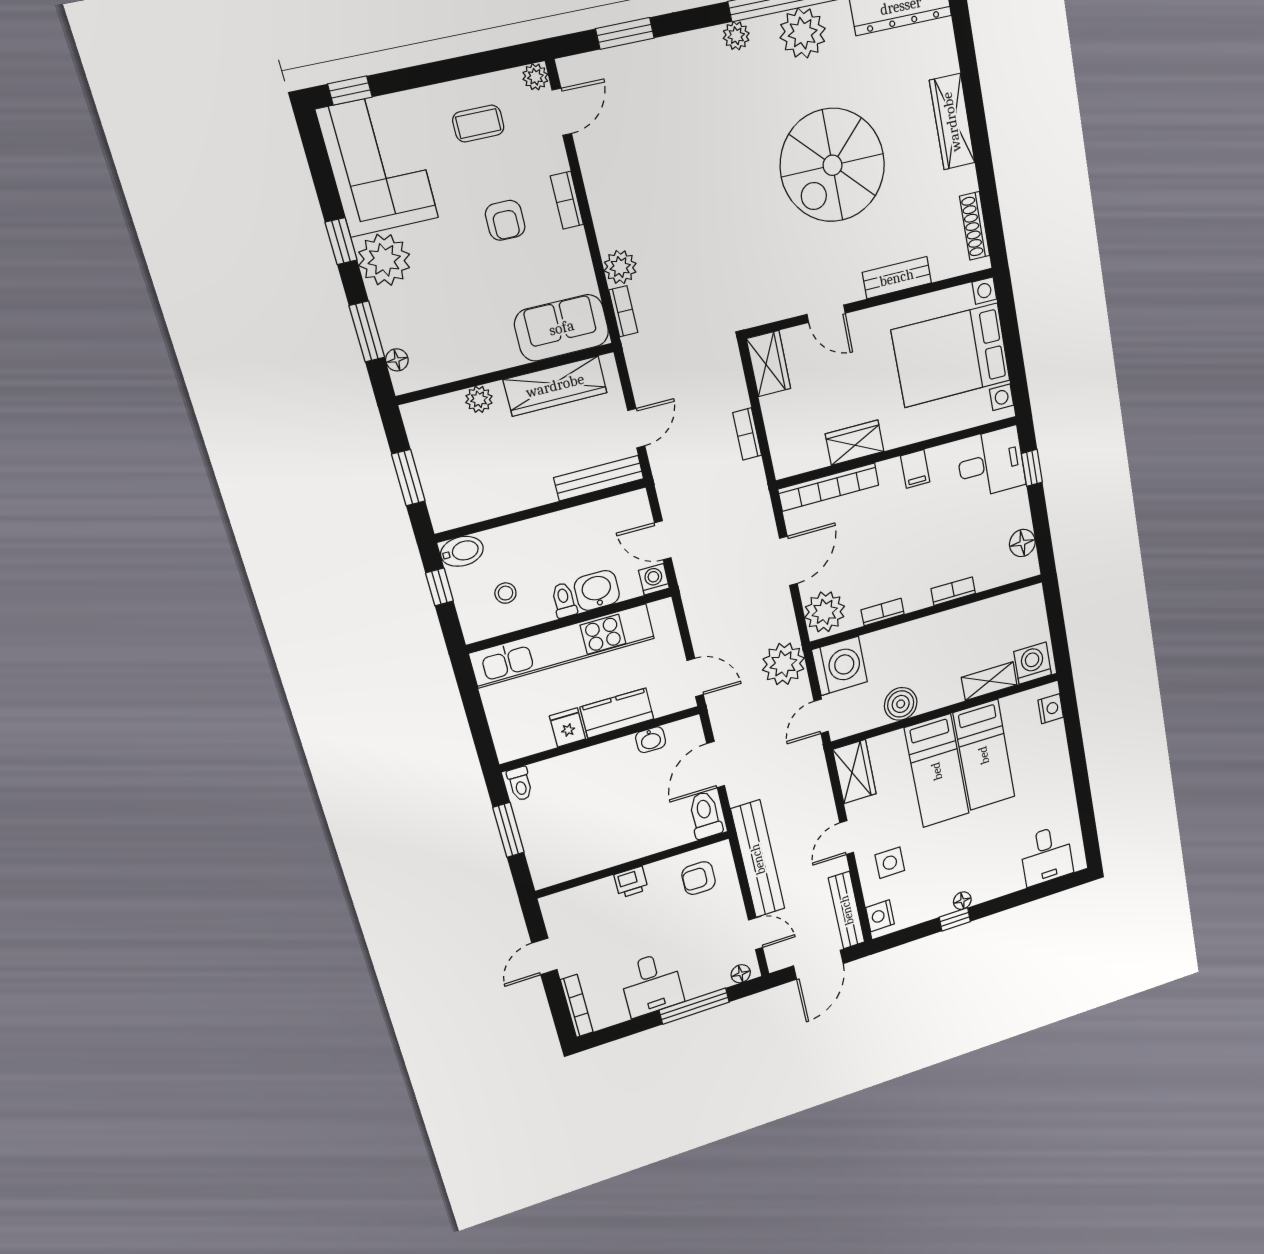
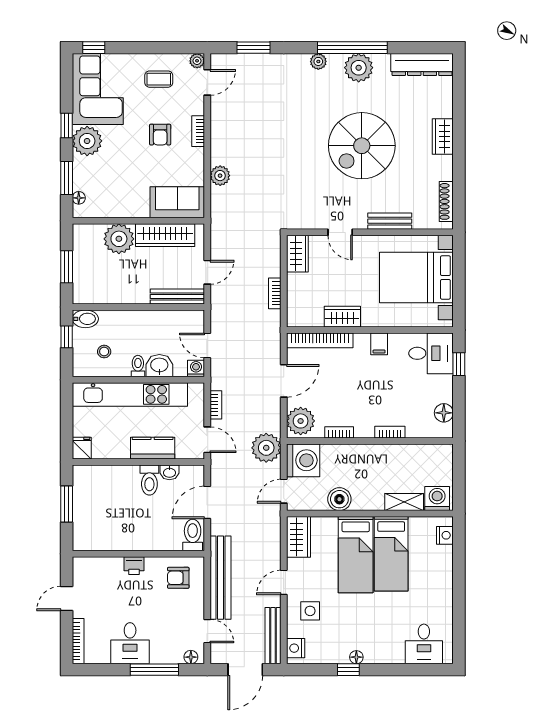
wardrobe: (952, 122) -> (443, 136), width x0.67
bookcase: (623, 311) -> (216, 405), moved
plant: (479, 399) -> (119, 239), width x1.88, depth x1.88
fridge: (567, 727) -> (82, 448), moved
toilet: (520, 784) -> (149, 480), moved, width x1.37, depth x1.39

